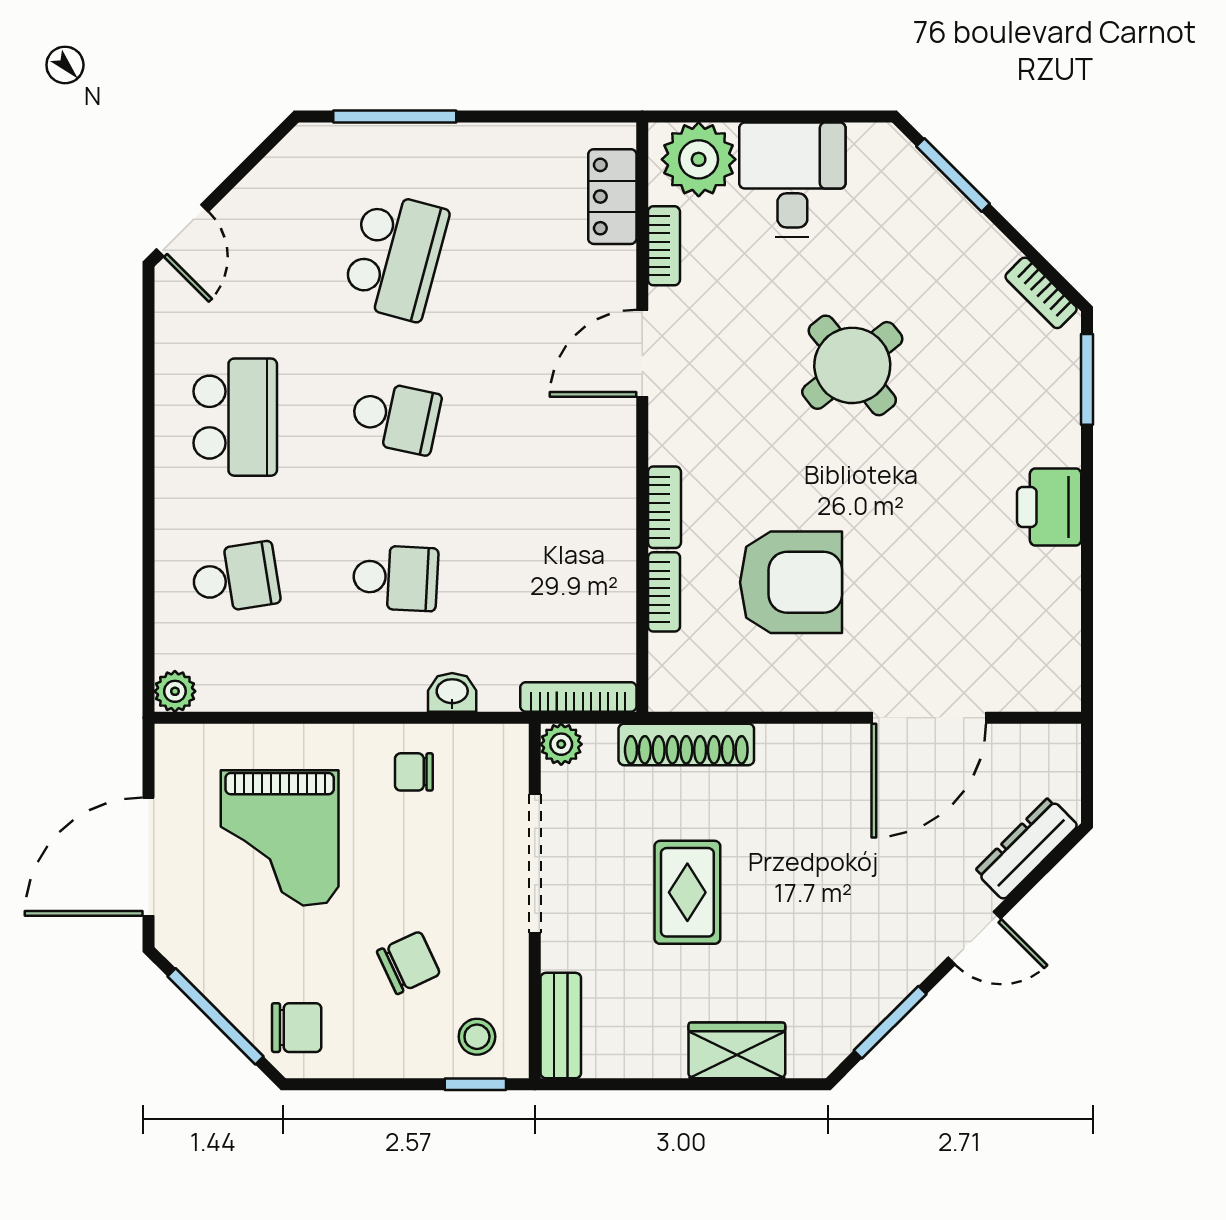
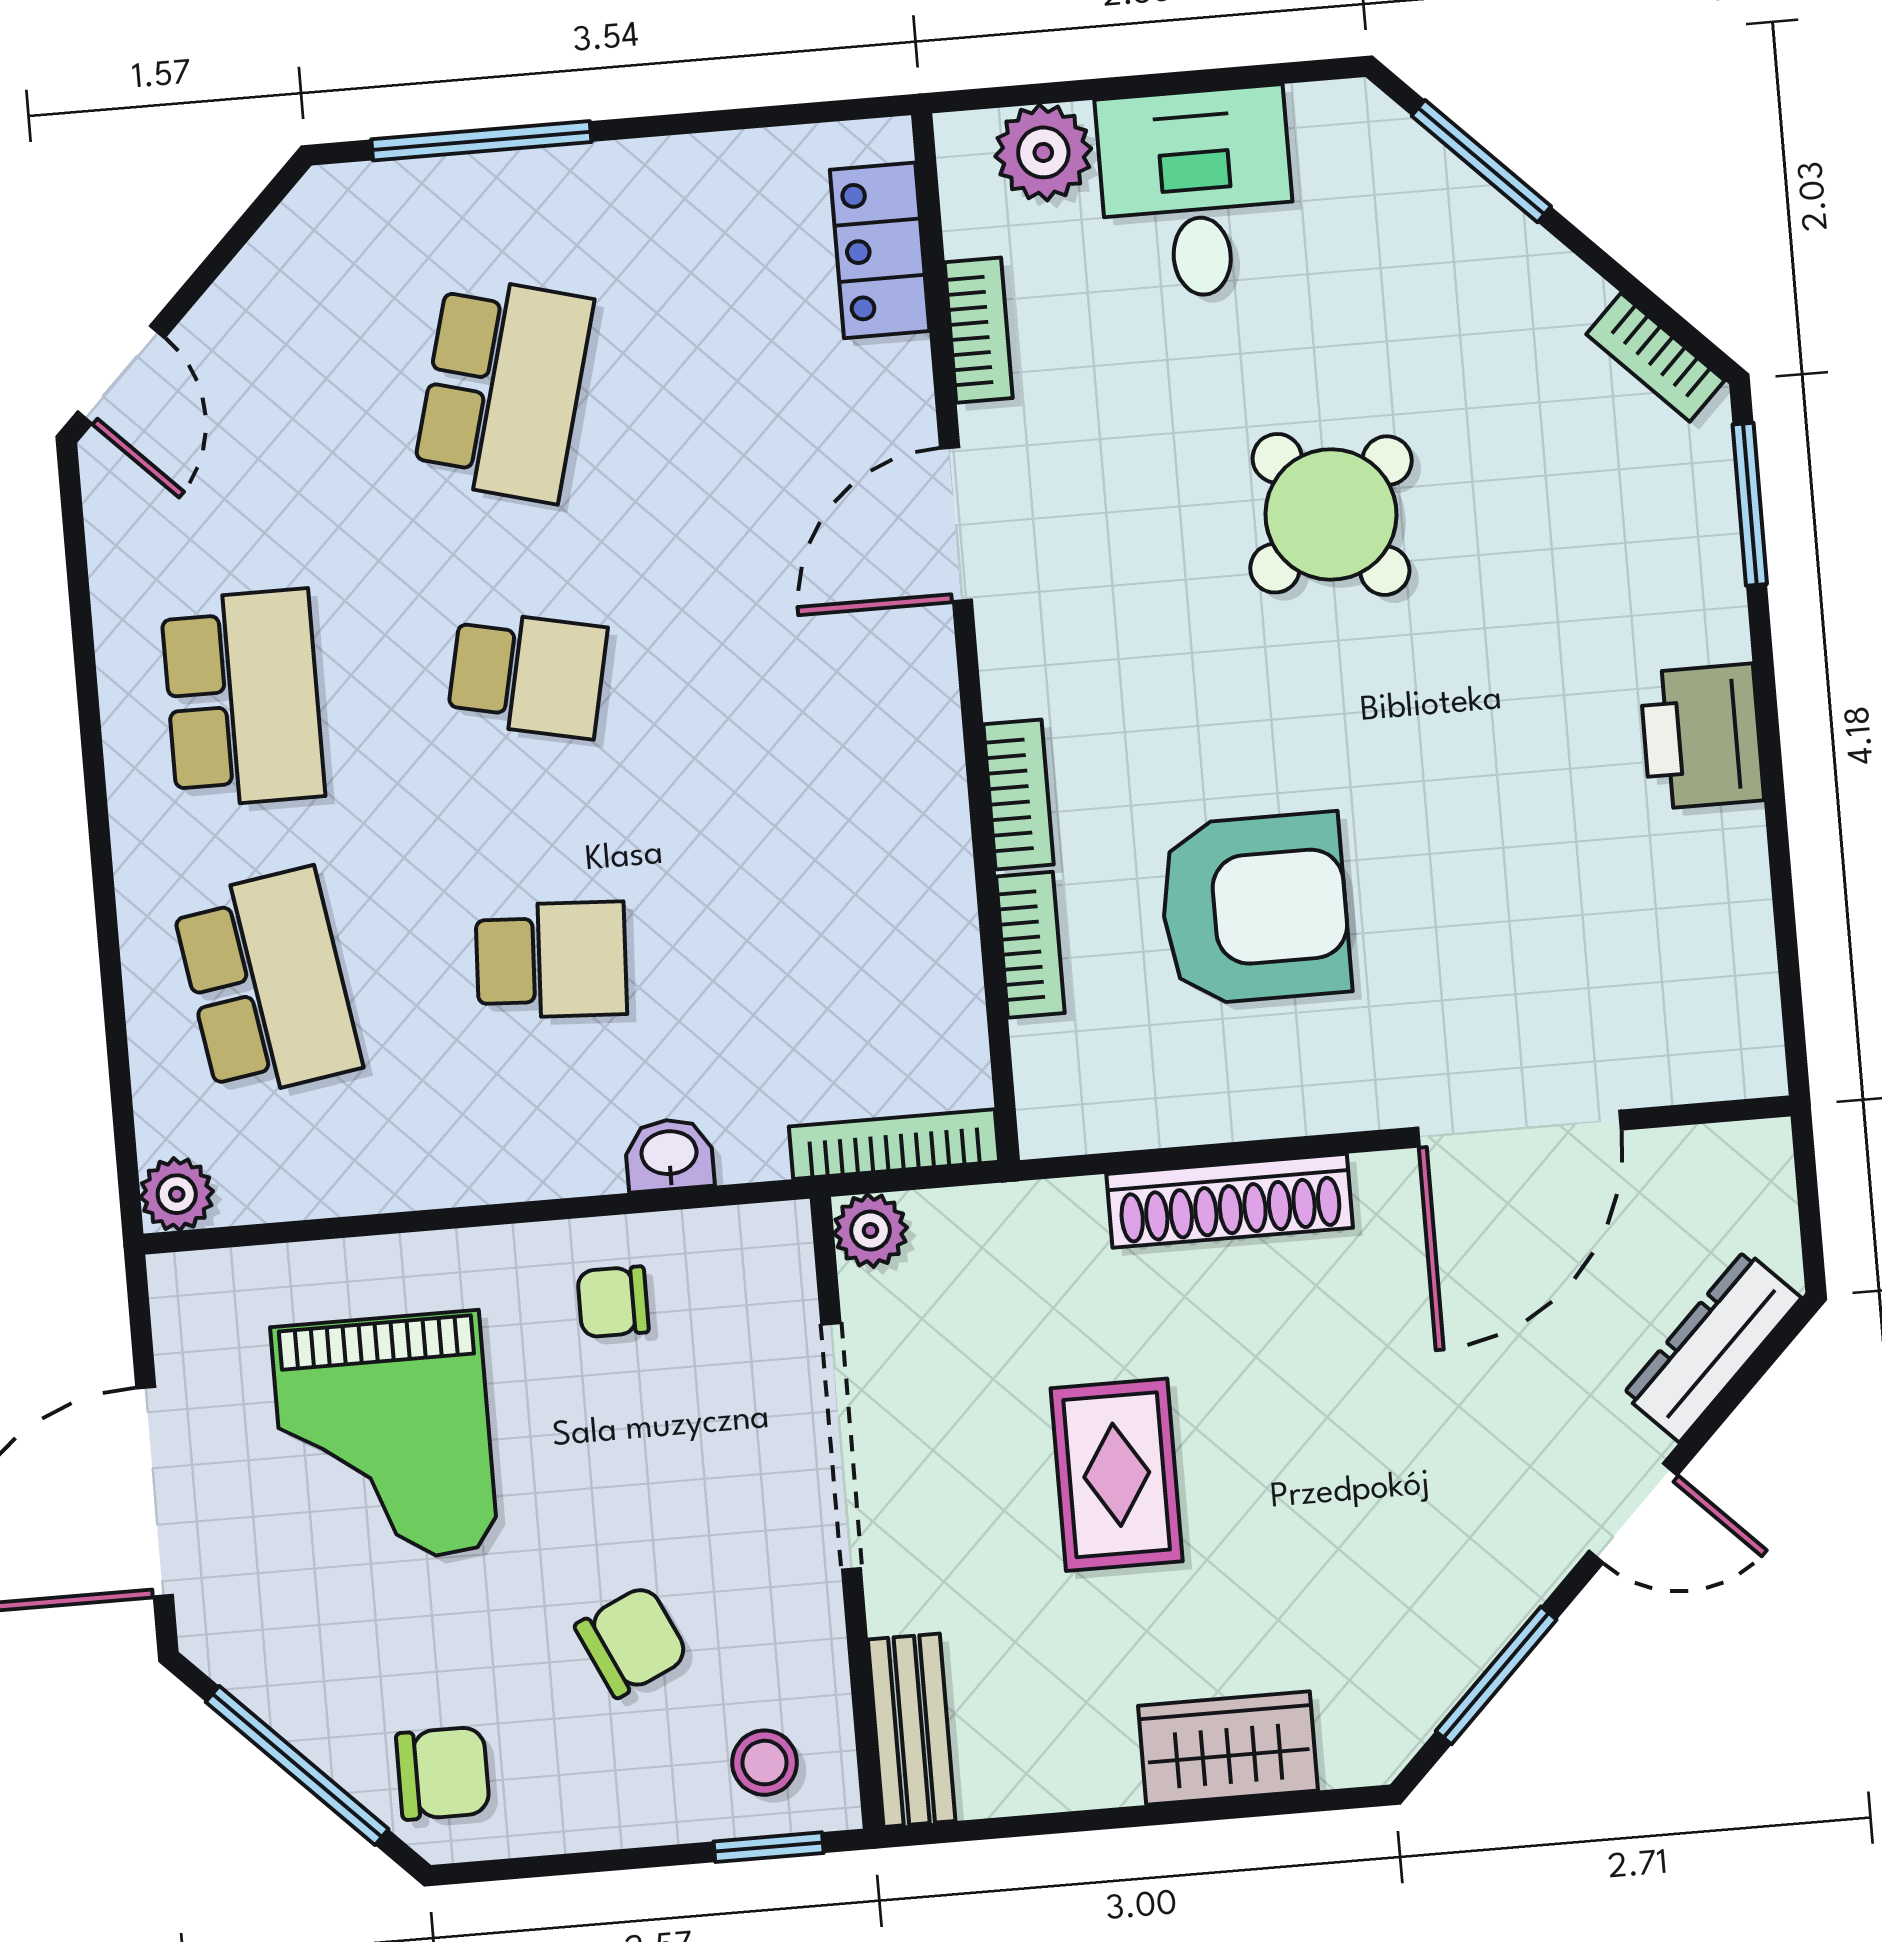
plant: (699, 159) -> (1043, 152), width x0.73, depth x0.73
school desk: (235, 578) -> (267, 984), width x1.85
shoe rack: (686, 744) -> (1230, 1201), moved

